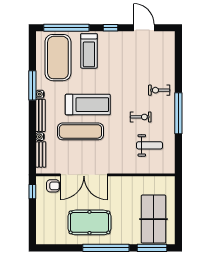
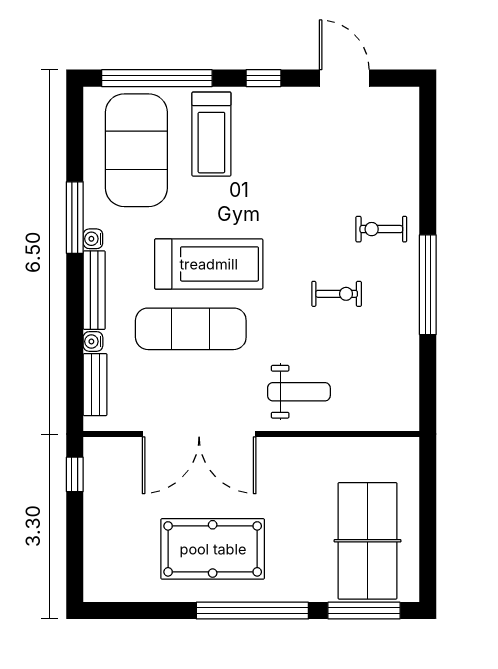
weight bench: (150, 145) -> (299, 392), moved
armchair: (53, 186) -> (124, 461), removed

